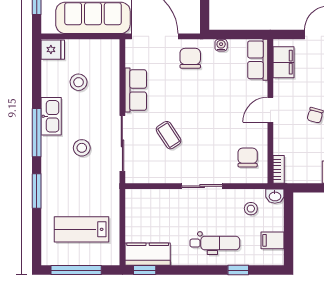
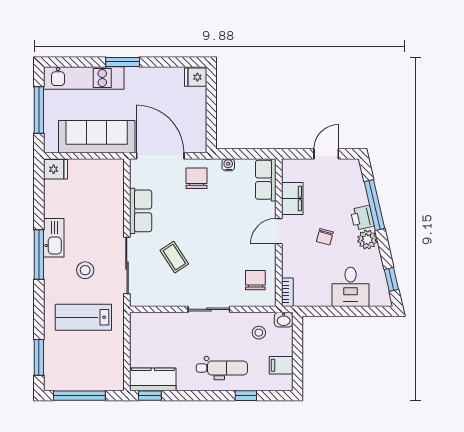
filing cabinet: (283, 62) -> (292, 198), moved
stool: (79, 82) -> (82, 203), removed
window: (37, 191) -> (39, 357), moved
lab bench: (82, 229) -> (83, 317), moved

